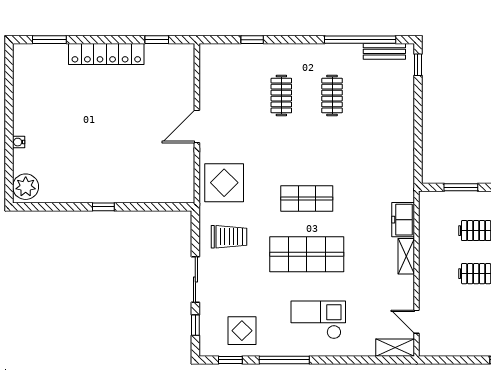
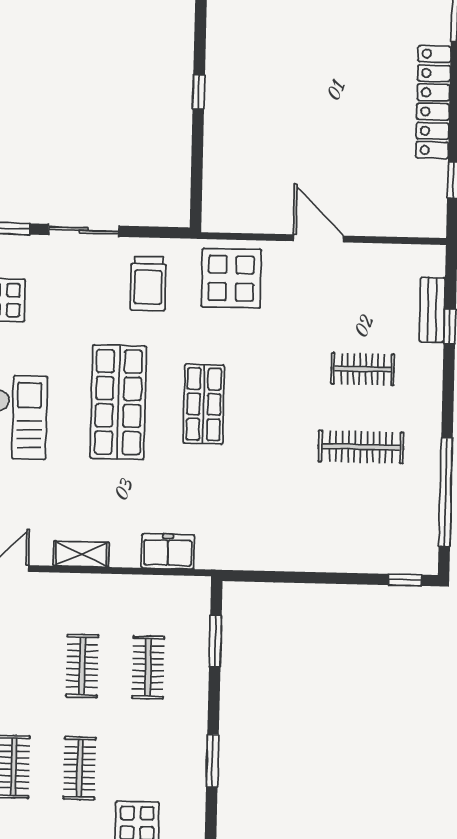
bench: (384, 51) -> (432, 310), moved
clothes rail: (332, 96) -> (361, 447), width x1.36
shelving: (406, 256) -> (81, 554), moved

